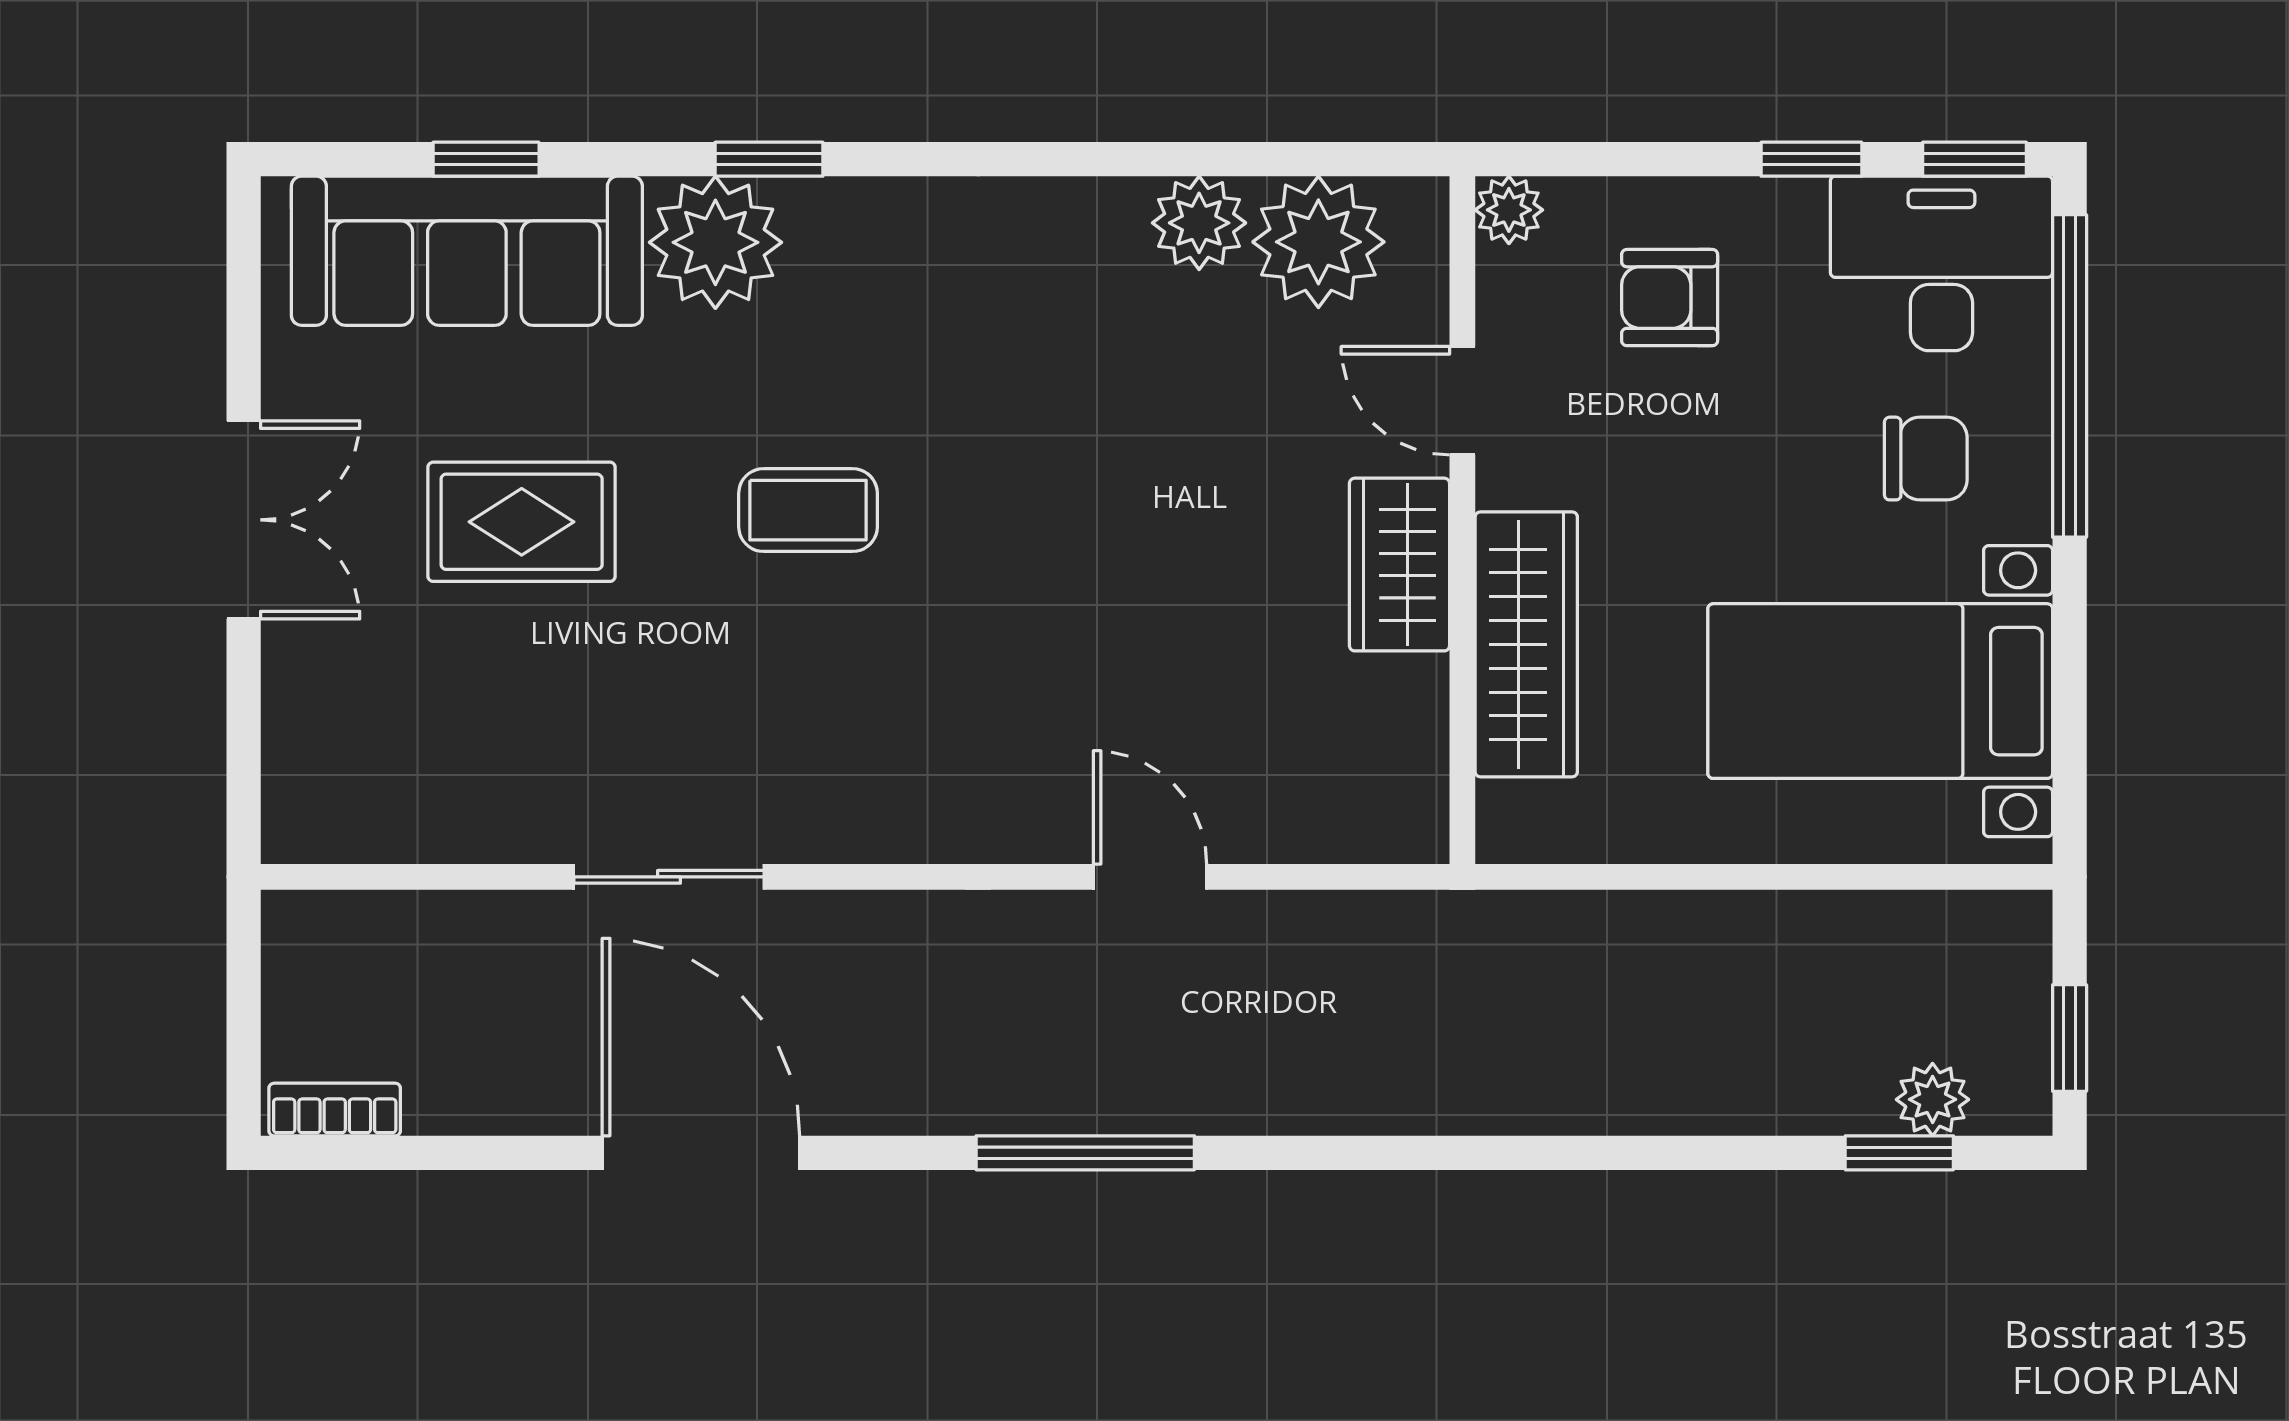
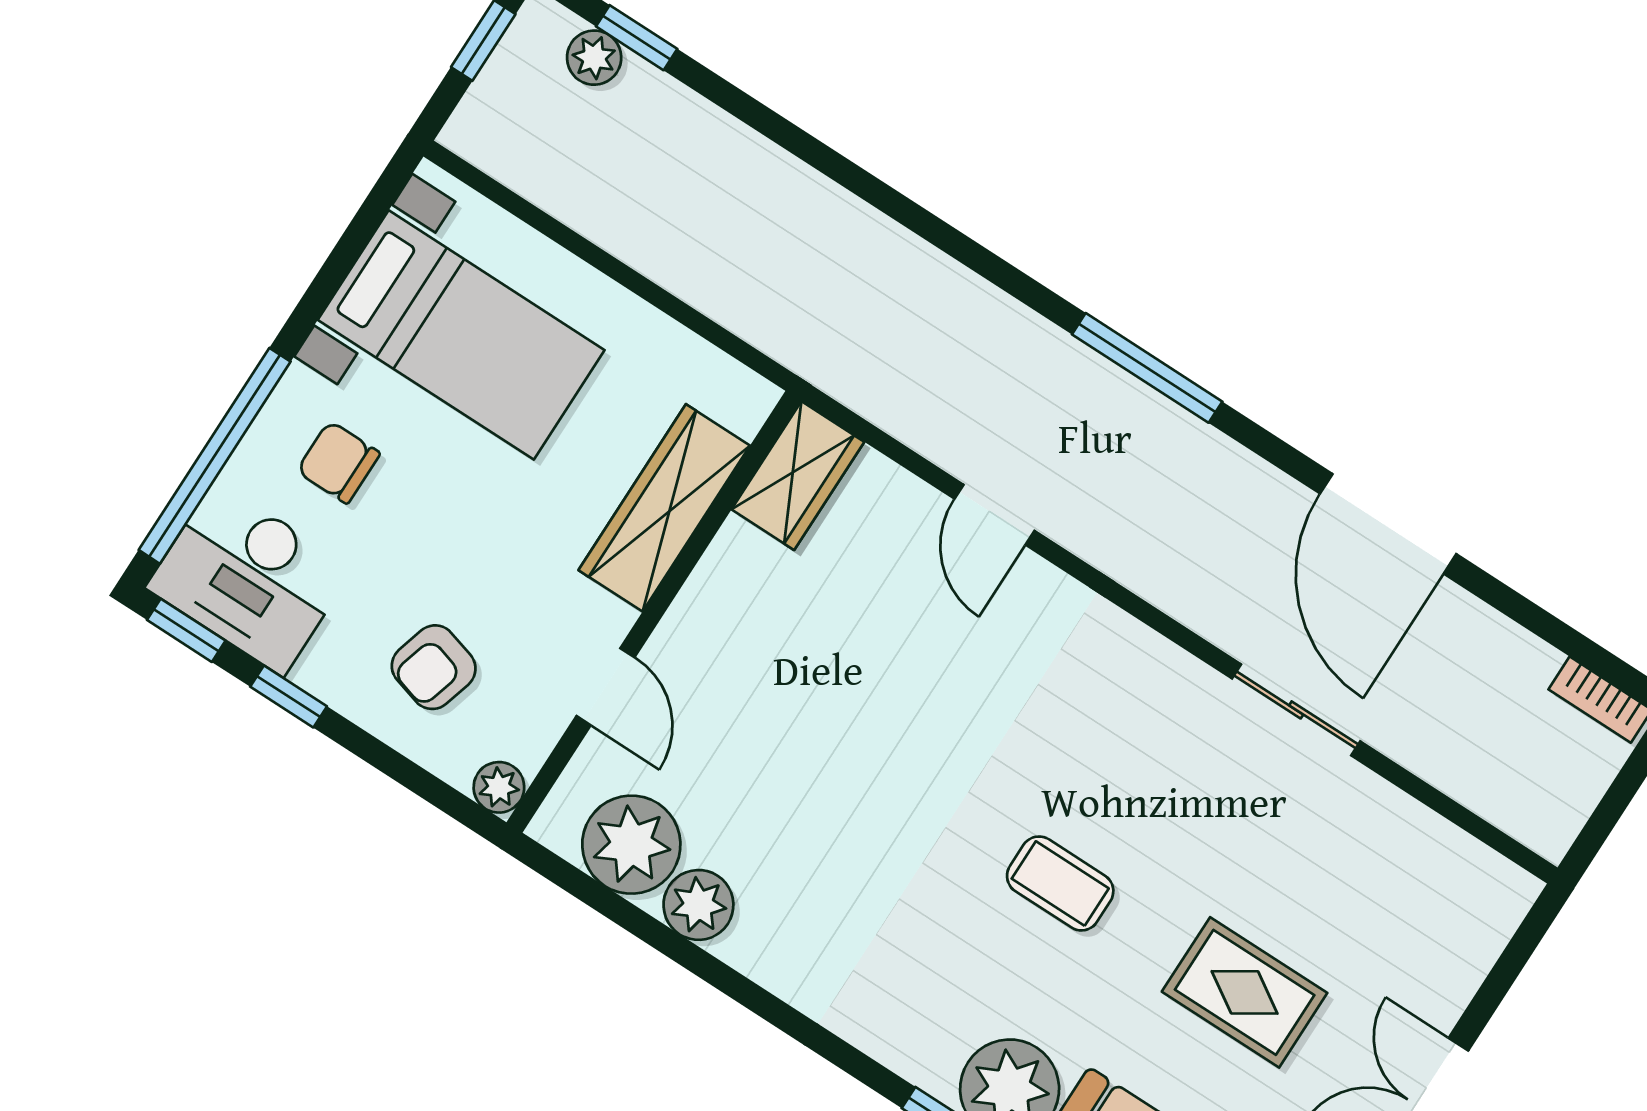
armchair: (1670, 298) -> (434, 667), turned 106
wardrobe: (1400, 565) -> (798, 476), moved

